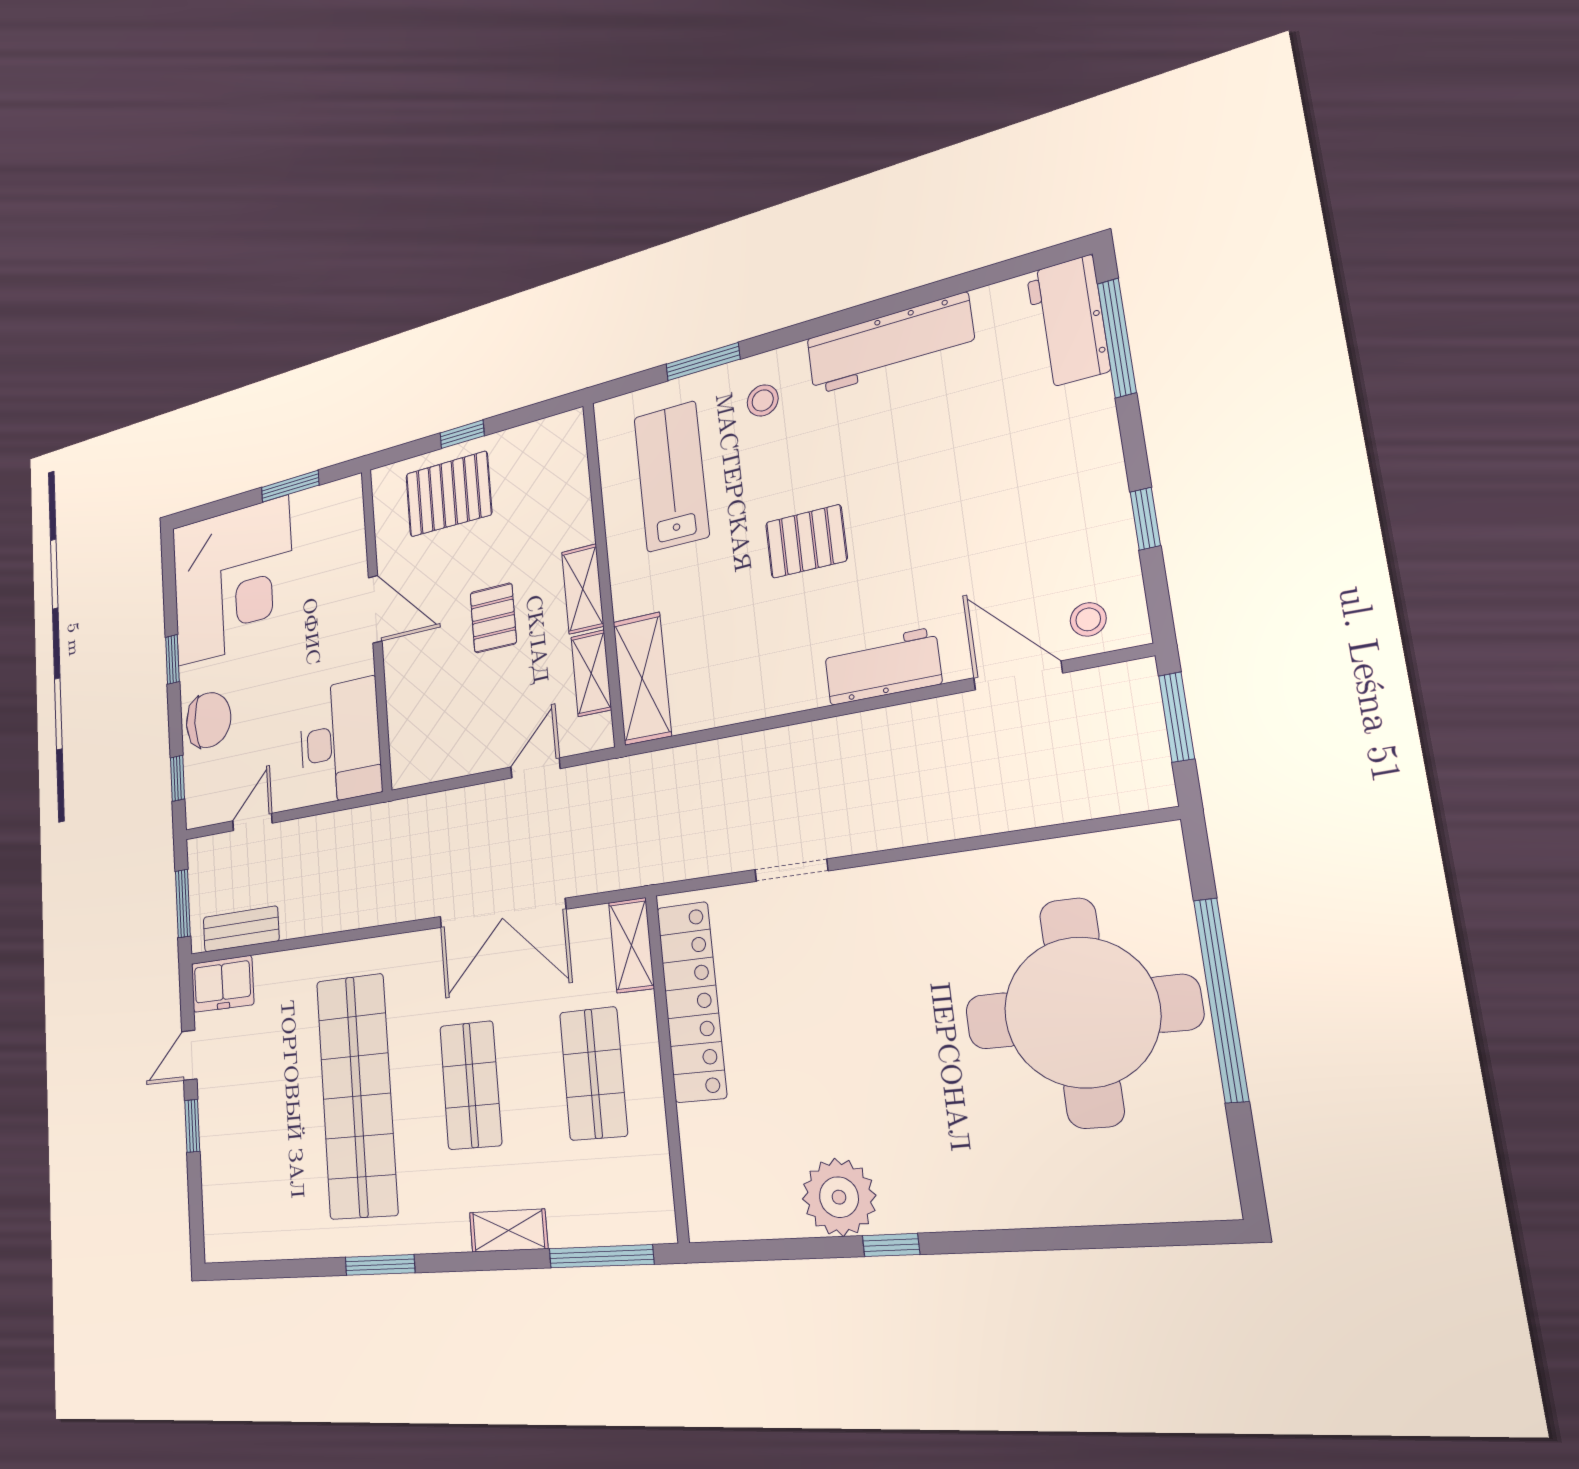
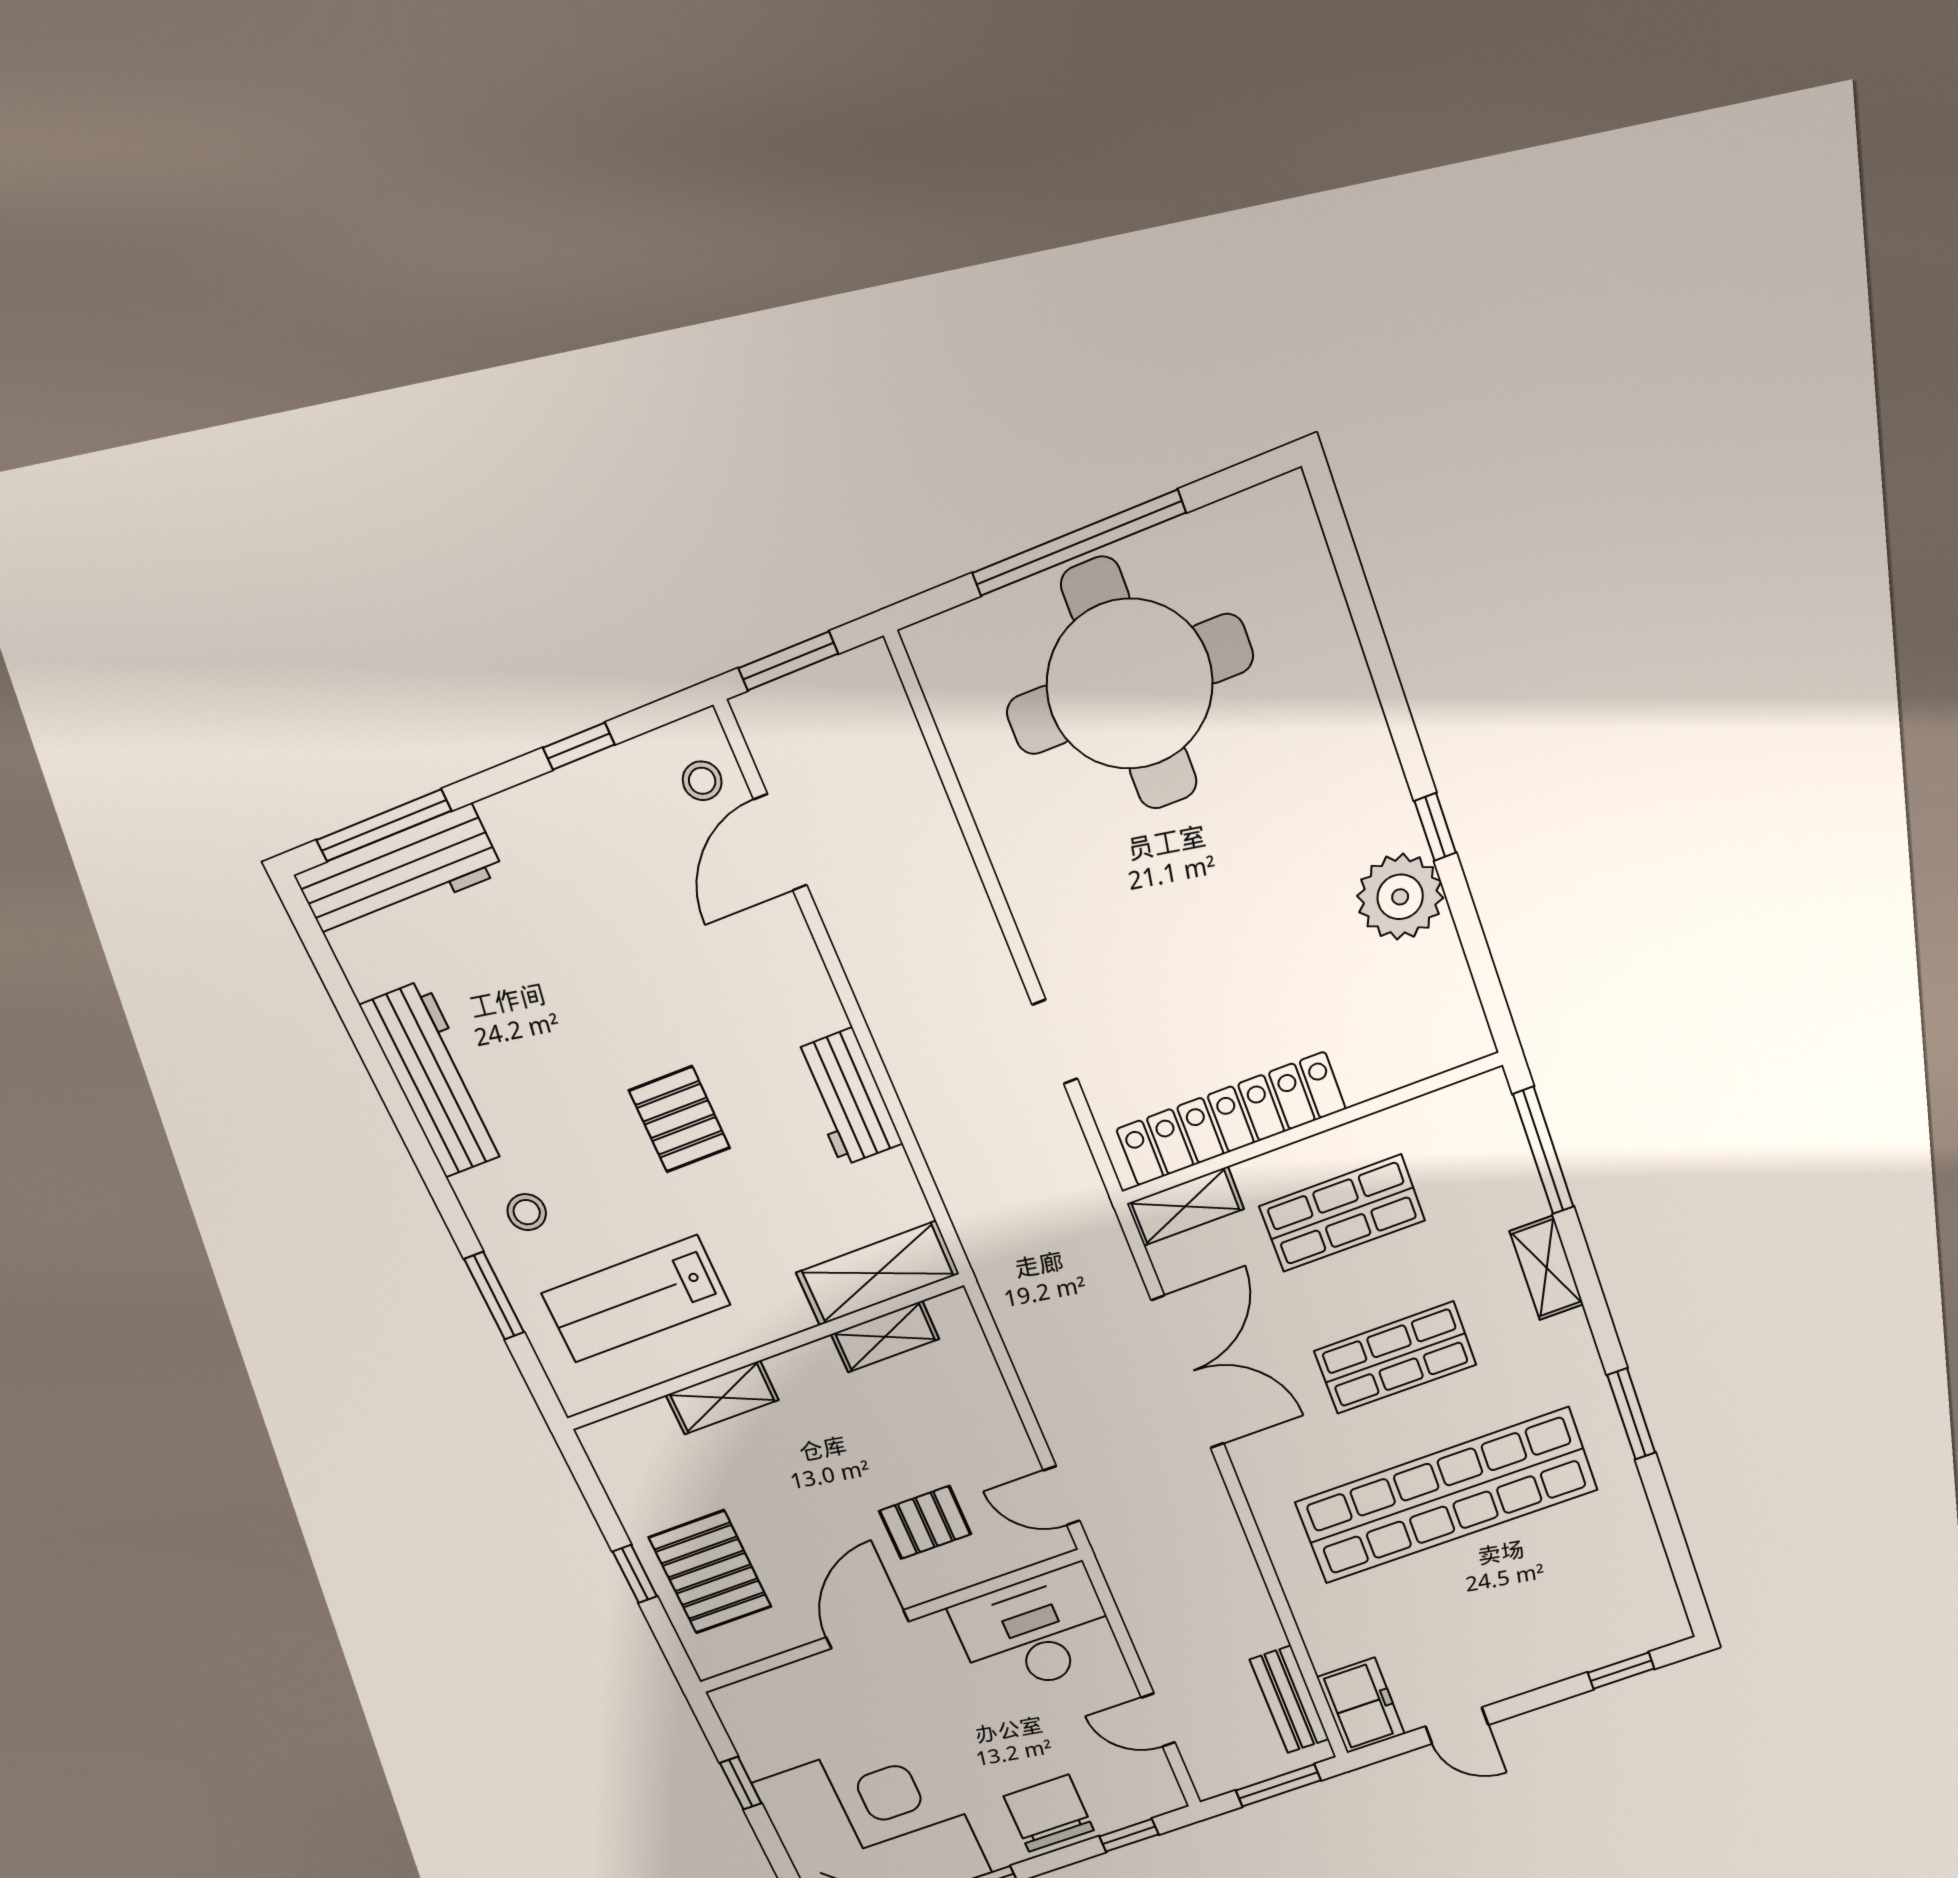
workbench: (1068, 322) -> (399, 874), width x1.38
window: (290, 486) -> (741, 1783), width x0.67
shelving: (583, 589) -> (722, 1398), moved
pallet: (493, 618) -> (925, 1522), moved
workbench: (882, 666) -> (847, 1097), moved
door: (535, 768) -> (1062, 1496), moved
window: (192, 1126) -> (1621, 1671), moved

